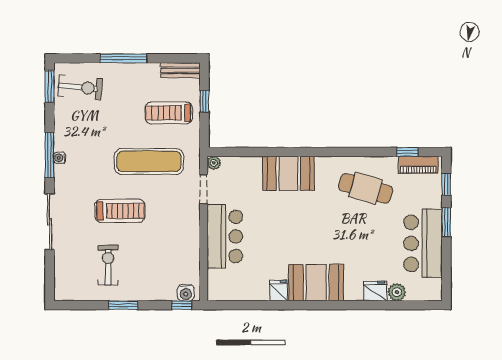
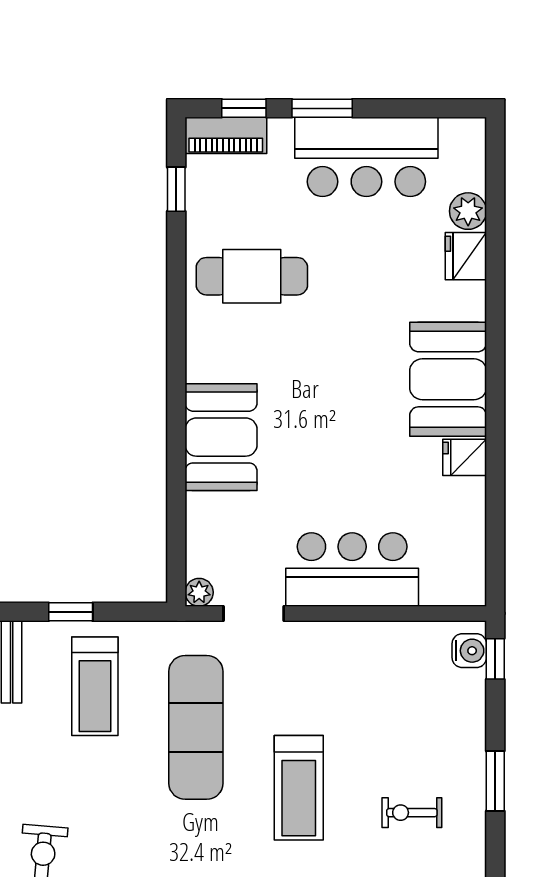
piano: (418, 165) -> (226, 135), moved, turned 90
cafe table: (366, 188) -> (252, 276), turned 74
treadmill: (120, 211) -> (299, 788), turned 180
exercise bike: (108, 265) -> (412, 813), width x0.73, depth x0.72

